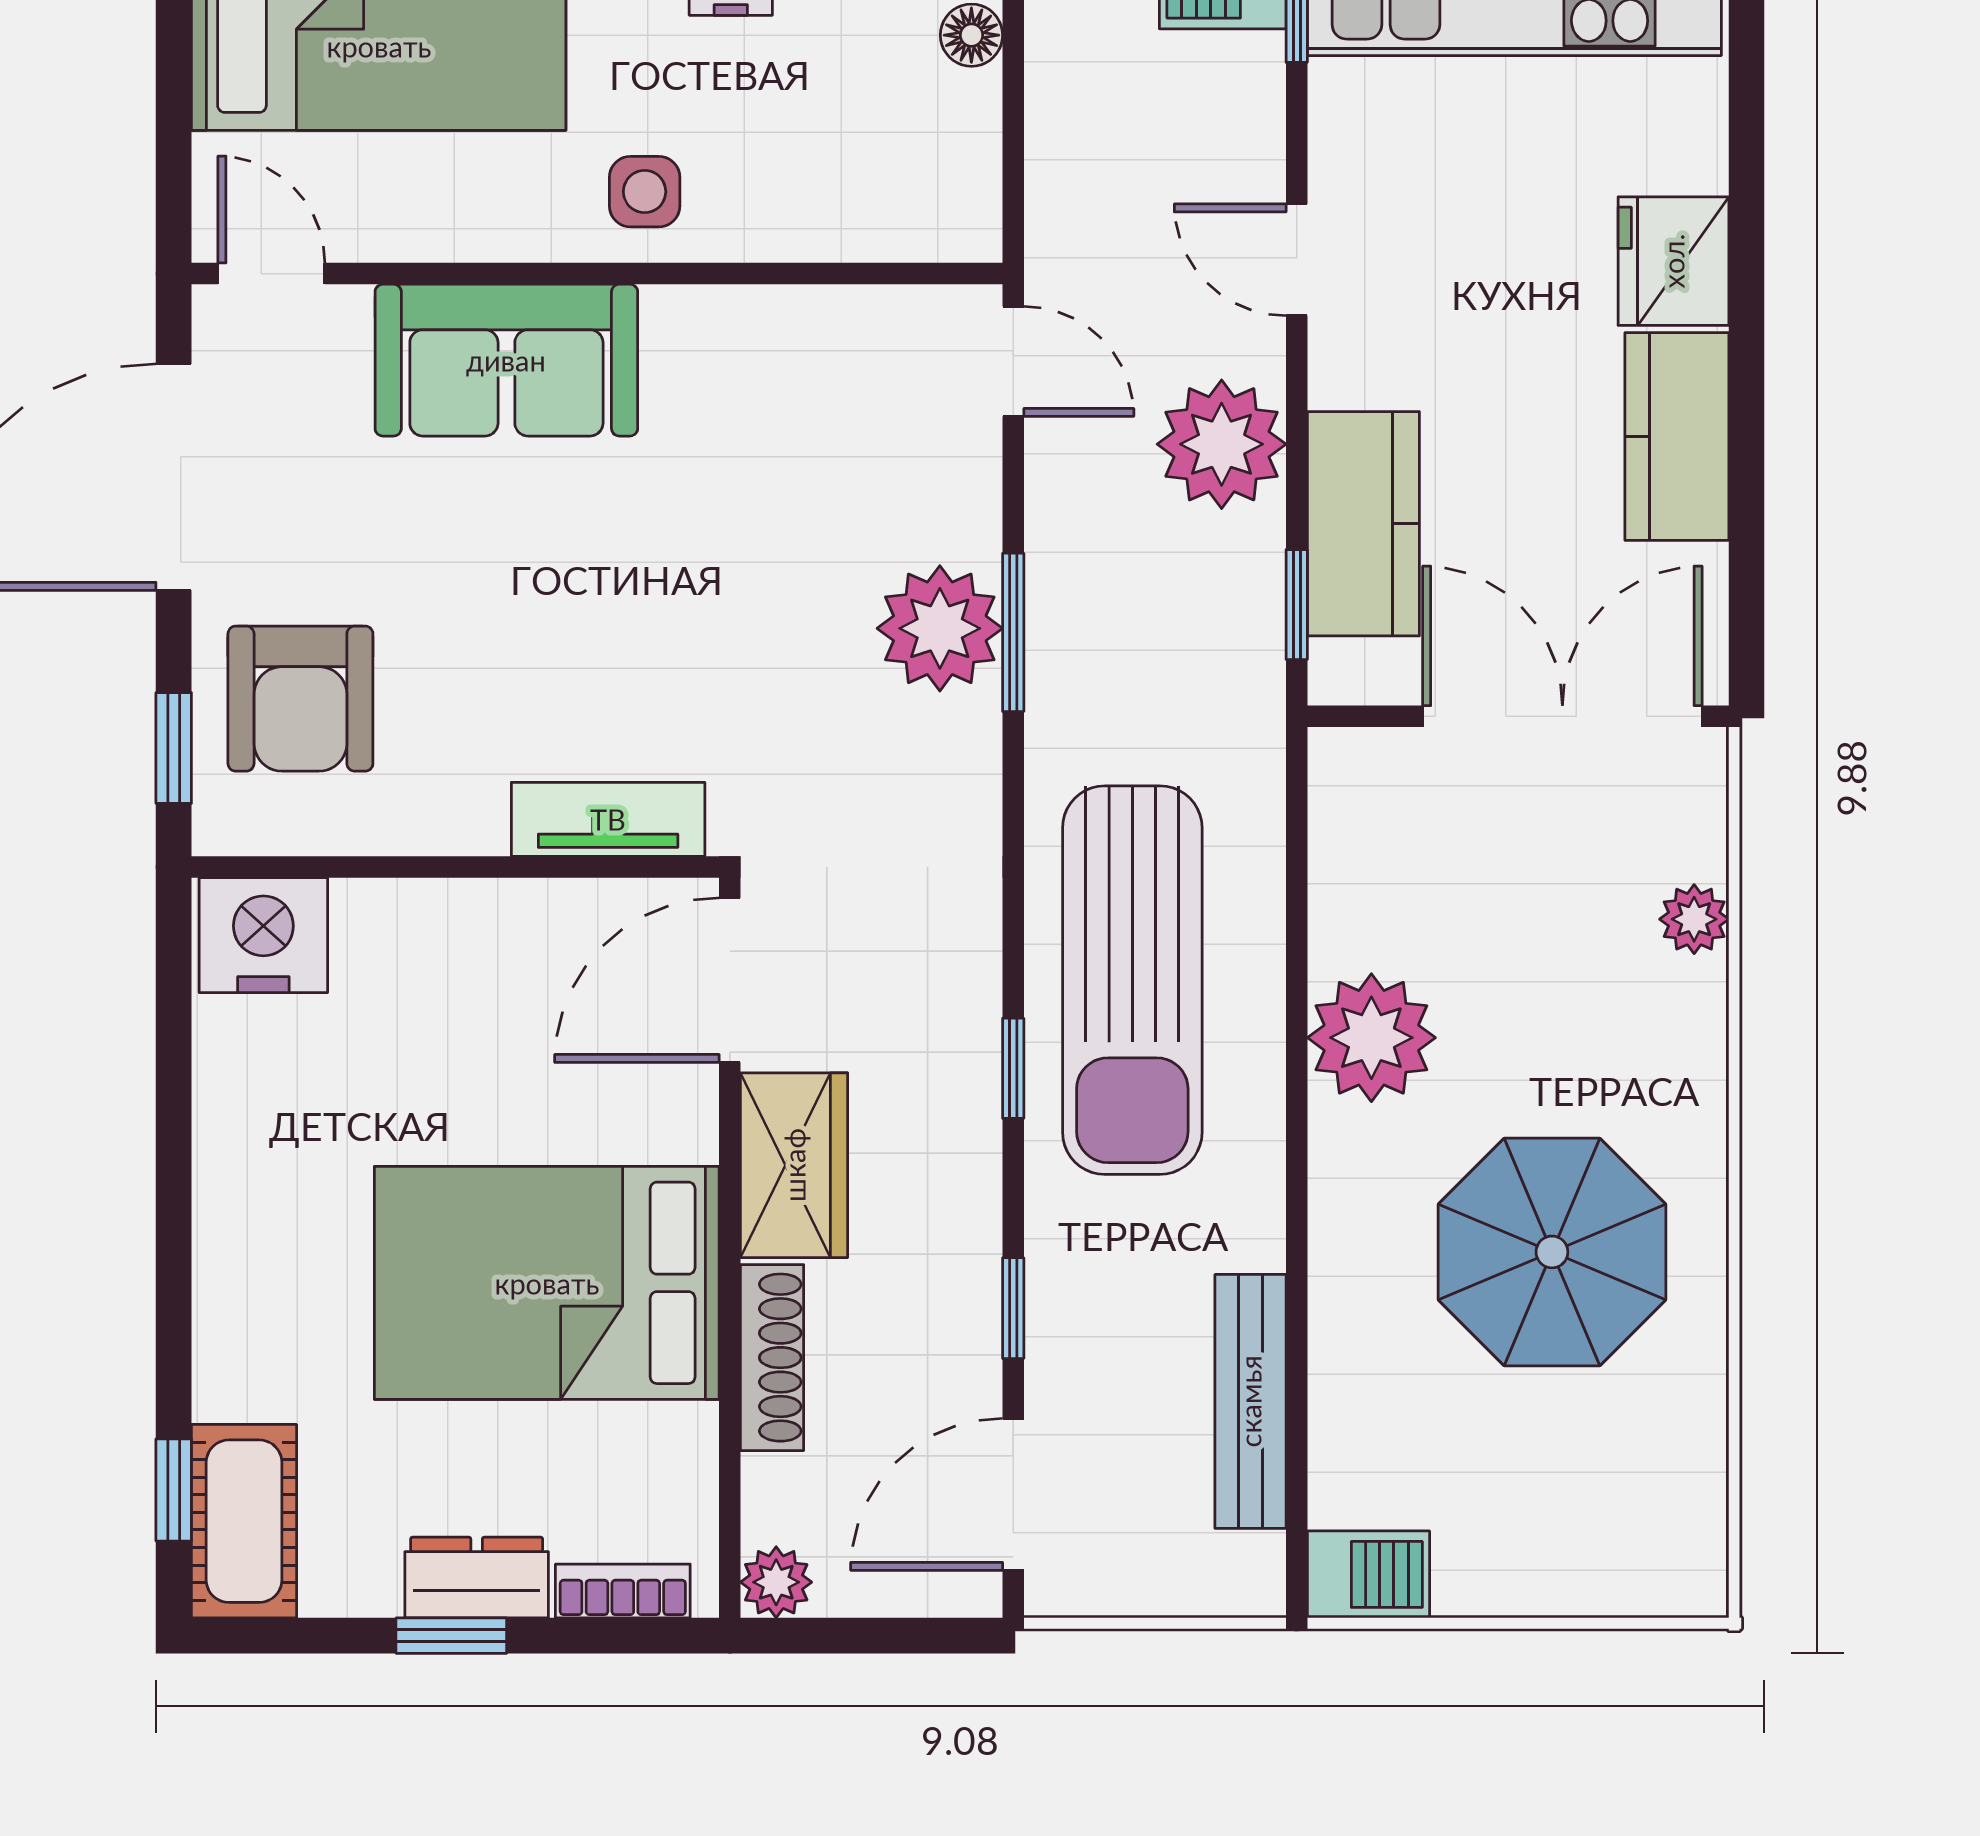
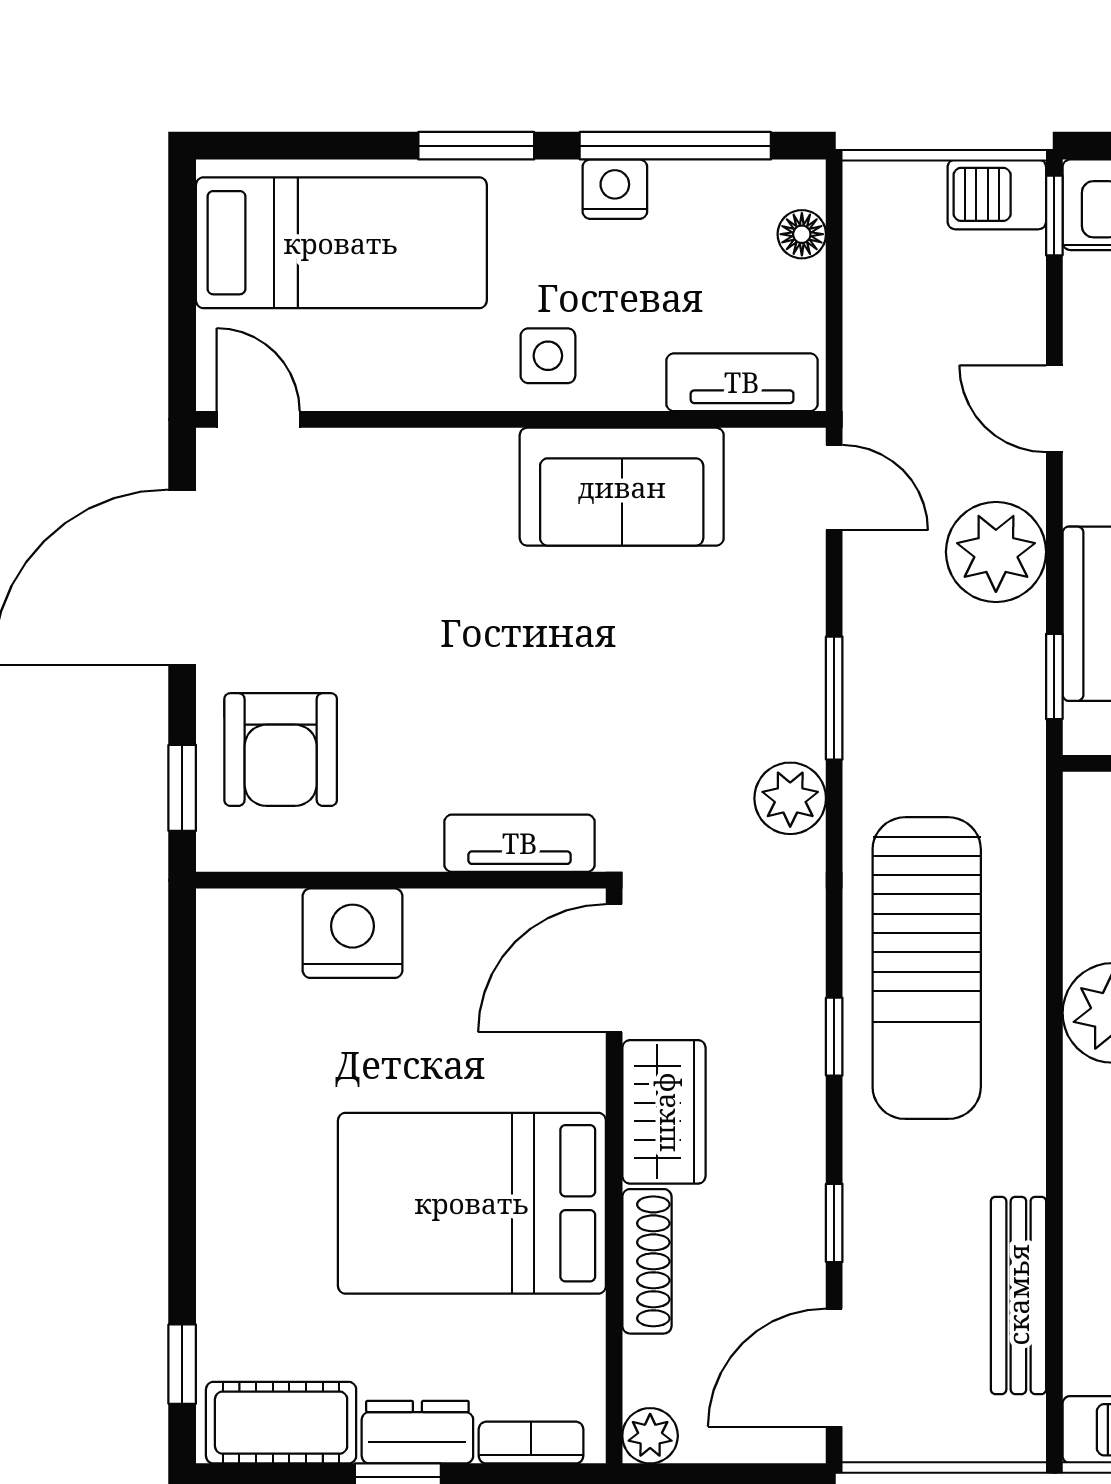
tv unit: (895, 226) -> (742, 382), added
sofa: (506, 360) -> (622, 487), moved
plant: (940, 628) -> (790, 798), moved, width x0.73, depth x0.73
nightstand: (263, 935) -> (353, 933), moved
cot: (244, 1521) -> (281, 1423), moved, turned 90

